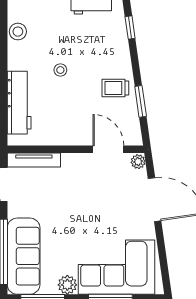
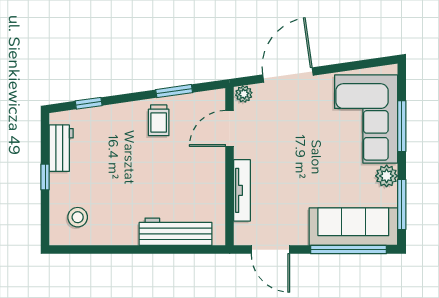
stool: (18, 32) -> (78, 217), moved
stool: (60, 70) -> (138, 184), removed
tv unit: (34, 160) -> (242, 190), moved

